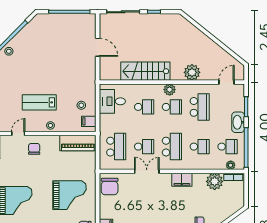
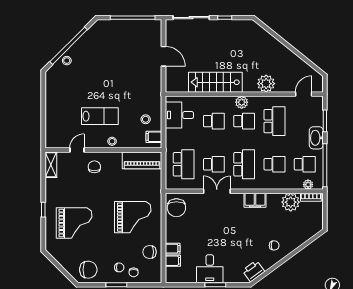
lab bench: (39, 102) -> (100, 116), turned 180

